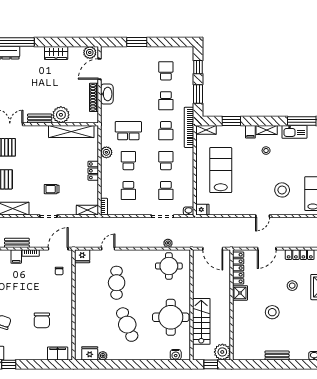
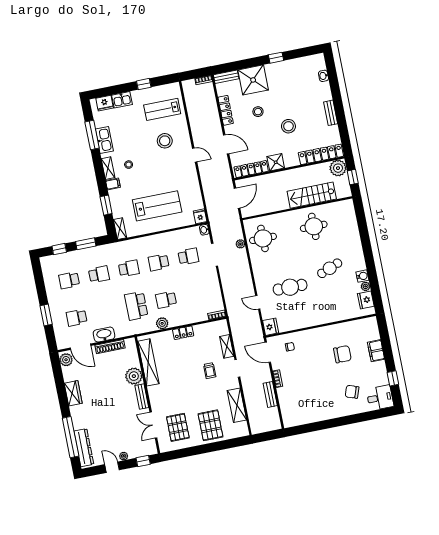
bookcase: (189, 127) -> (121, 246), removed
lab bench: (221, 170) -> (157, 206), turned 180
school desk: (128, 191) -> (77, 318), moved, turned 180
shelving: (87, 210) -> (227, 346), moved
filing cabinet: (16, 257) -> (284, 392), removed
round table: (171, 317) -> (314, 226), width x0.73, depth x0.73
cafe table: (127, 325) -> (330, 268), width x0.73, depth x0.74
locker: (239, 338) -> (321, 154), added
filing cabinet: (58, 353) -> (376, 351), moved
water cooler: (176, 355) -> (362, 276), moved

